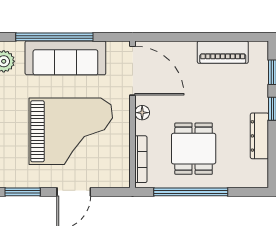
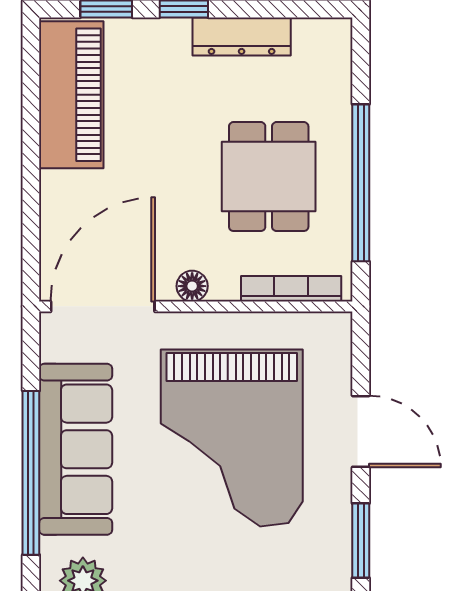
piano: (223, 52) -> (71, 95), width x1.37, depth x1.33
grand piano: (71, 131) -> (232, 438), turned 180
dining table: (194, 149) -> (269, 177), turned 90

